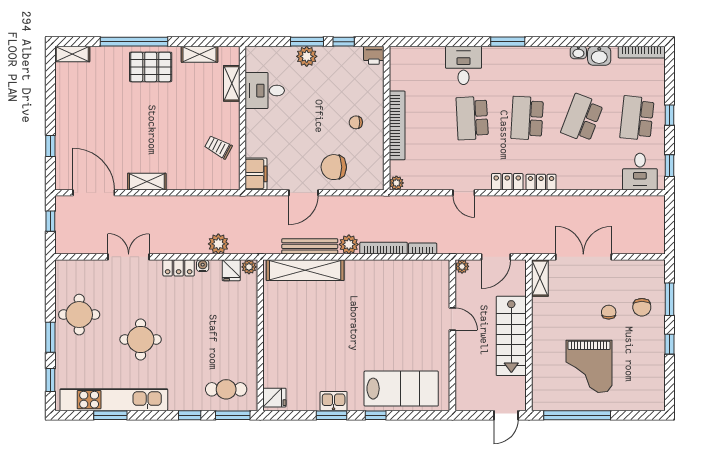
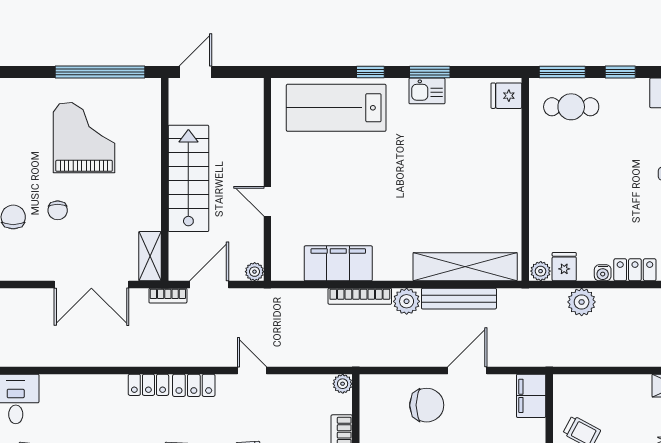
bookcase: (423, 249) -> (168, 296), moved
filing cabinet: (400, 273) -> (338, 263), added

